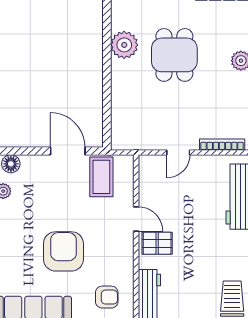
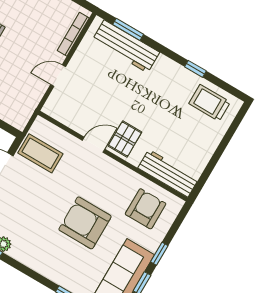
door: (178, 152) -> (58, 76), swing flipped
armchair: (107, 297) -> (146, 209), width x1.38, depth x1.38

